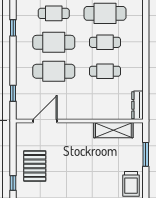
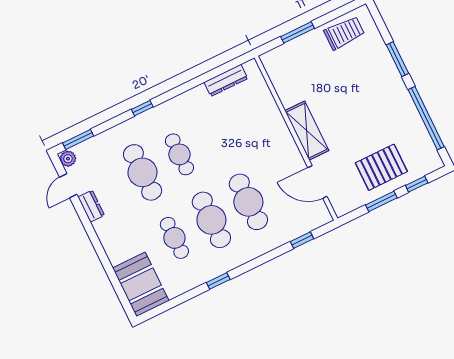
window: (146, 33) -> (142, 108), added
cafe table: (105, 71) -> (216, 136), removed
dresser: (137, 105) -> (226, 80), moved
shelving: (113, 130) -> (307, 131), moved
window: (13, 155) -> (381, 201), added

